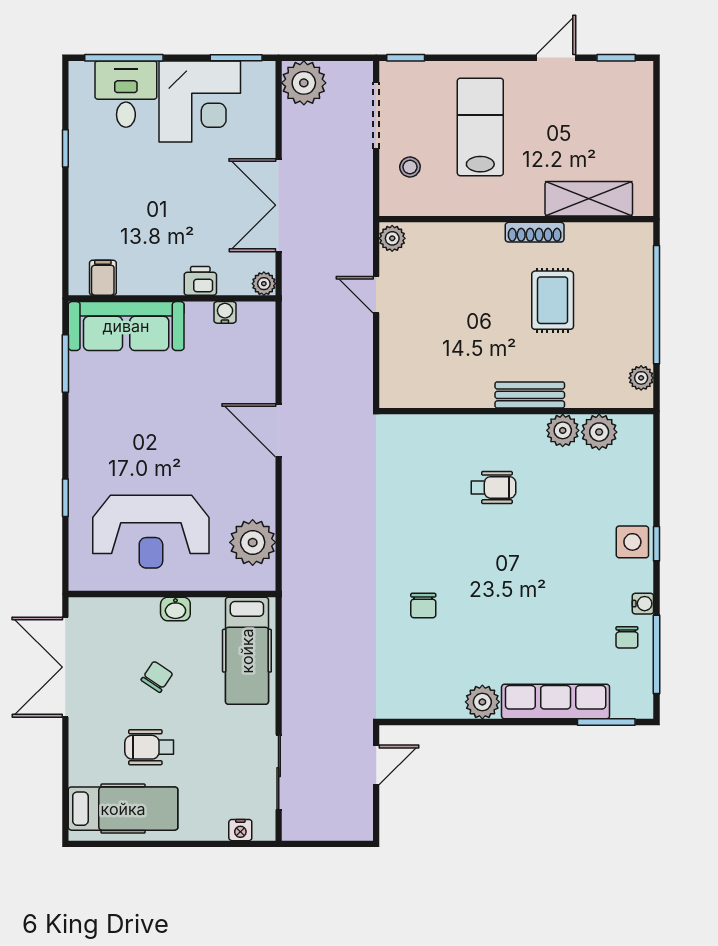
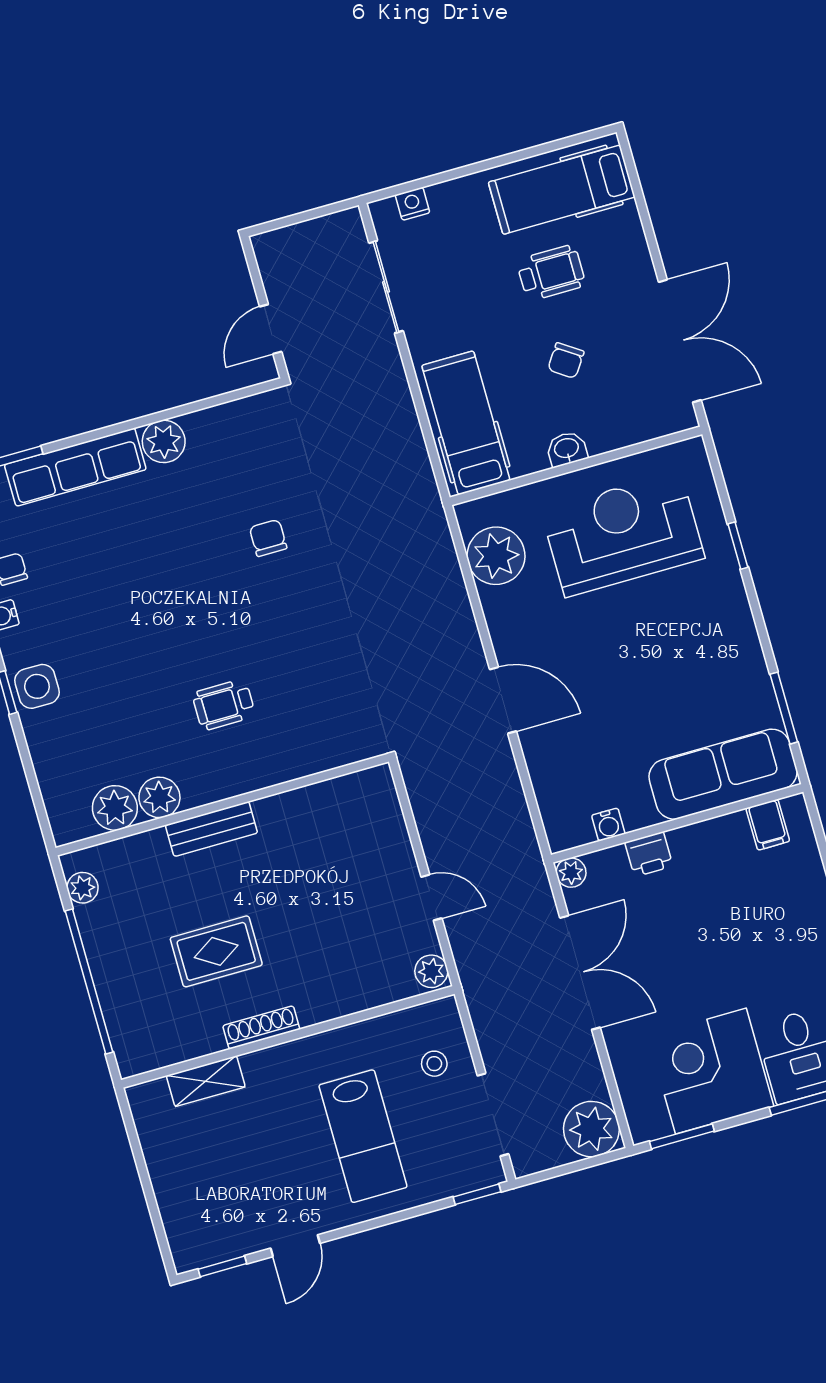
shelving: (589, 199) -> (206, 1081), width x0.67, depth x0.75
rug: (553, 300) -> (216, 951), turned 90

